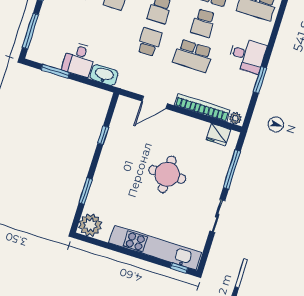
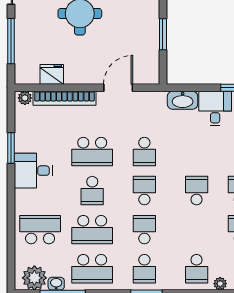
school desk: (203, 23) -> (92, 191), turned 180
school desk: (193, 56) -> (92, 152), turned 180
window: (103, 135) -> (163, 34), width x1.50
fridge: (218, 135) -> (52, 74), moved

